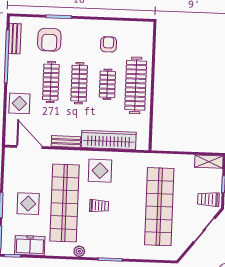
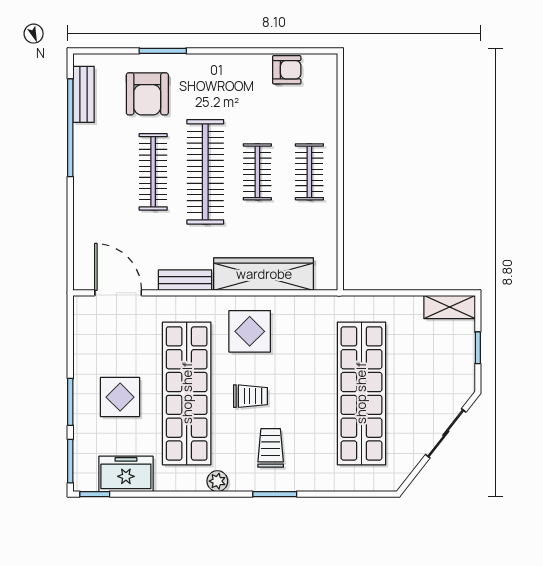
armchair: (108, 44) -> (287, 70), moved, turned 90
clothes rail: (79, 83) -> (205, 172), width x1.37, depth x1.31
clothes rail: (136, 85) -> (309, 172), width x0.54, depth x0.76
display table: (19, 103) -> (97, 213), removed
trolley: (208, 199) -> (271, 448), moved, turned 90

